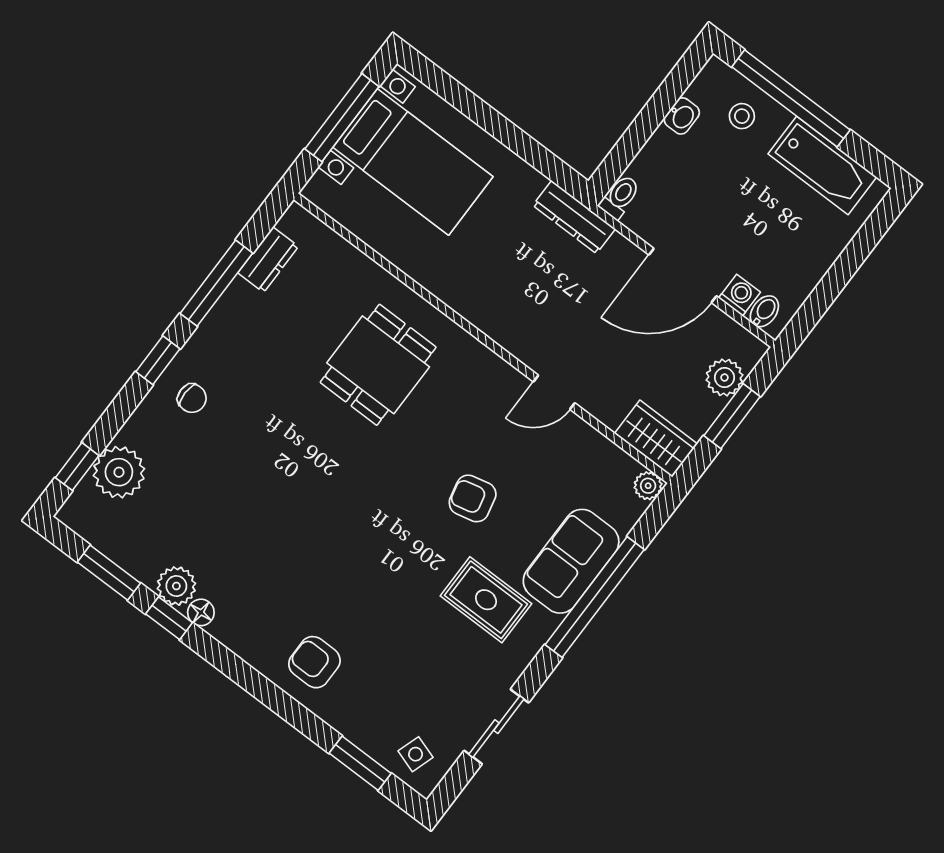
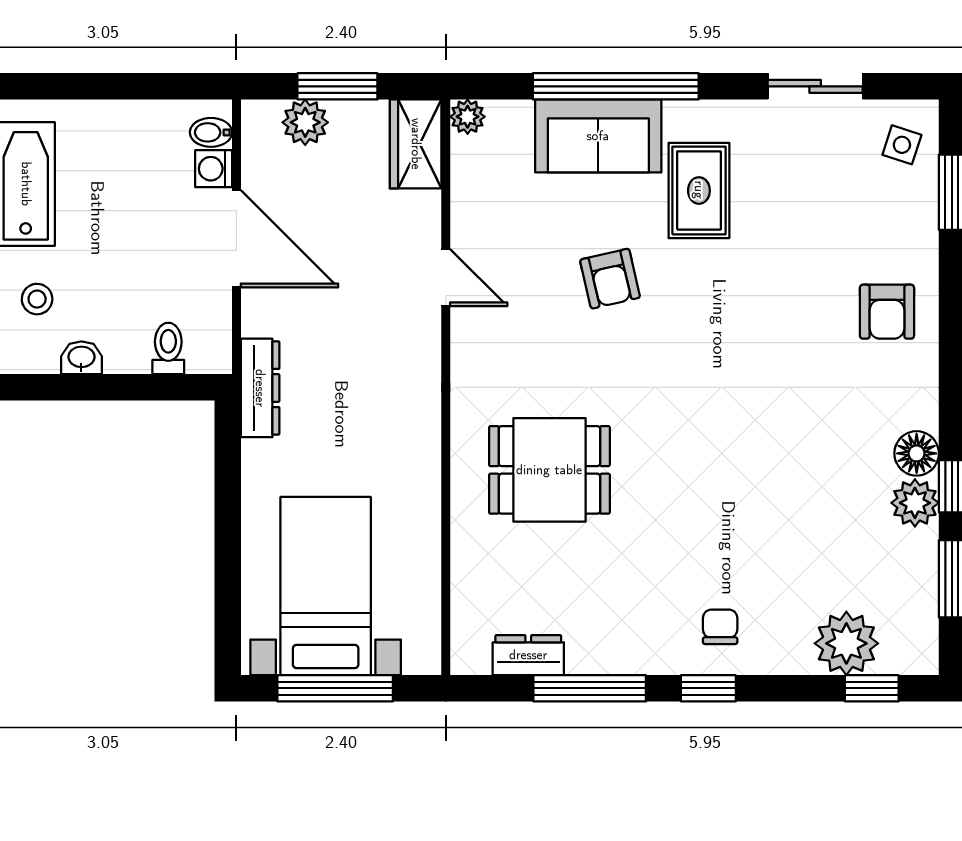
toilet: (620, 197) -> (168, 348), moved, turned 90
floor lamp: (201, 612) -> (917, 453), width x1.37, depth x1.37

